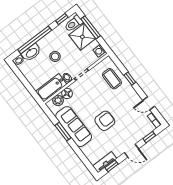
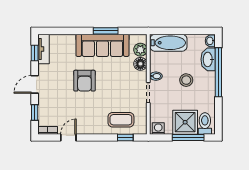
window: (62, 19) -> (218, 115), removed
window: (130, 79) -> (125, 138), moved
bathtub: (51, 88) -> (168, 43), moved, turned 90

